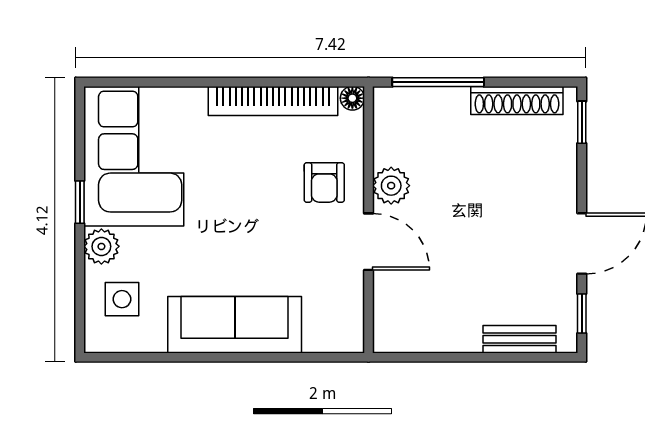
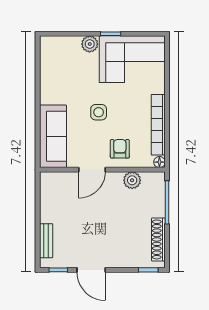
armchair: (324, 182) -> (120, 149), turned 90
plant: (391, 186) -> (132, 180), moved
side table: (122, 299) -> (99, 112), moved
sofa: (235, 325) -> (53, 136), moved

